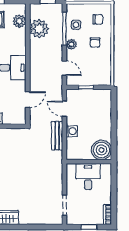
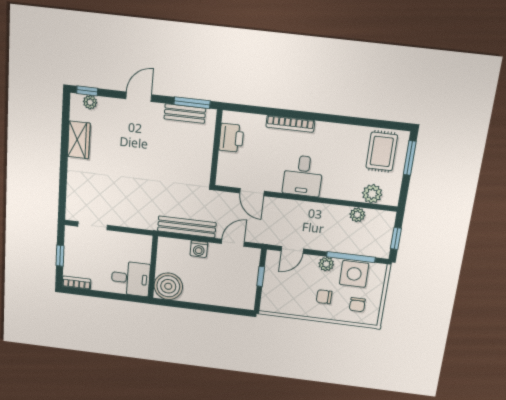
side table: (76, 25) -> (354, 274), width x1.87, depth x1.87
plant: (39, 29) -> (357, 215), width x0.53, depth x0.53
bench: (57, 136) -> (187, 227), width x1.36
desk: (88, 177) -> (131, 279), moved

